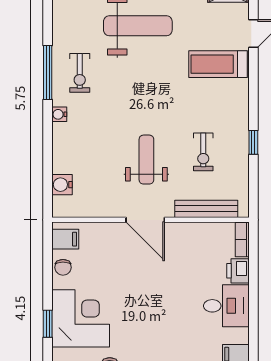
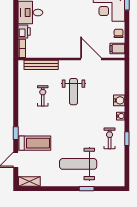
window: (48, 73) -> (127, 139), width x0.46
window: (253, 142) -> (16, 133), moved
water cooler: (62, 185) -> (119, 100), moved
door: (145, 220) -> (91, 59), moved

